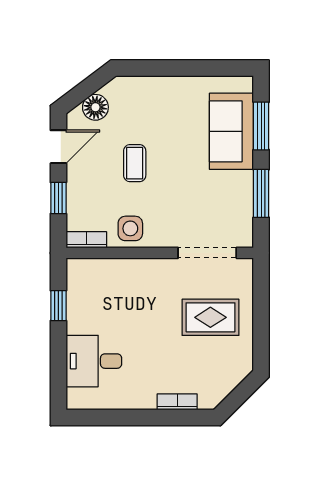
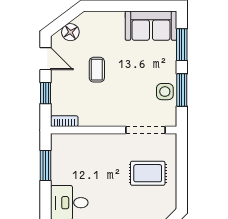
sofa: (231, 131) -> (151, 26), moved, turned -90
door: (58, 147) -> (46, 59), hinge flipped
side table: (130, 228) -> (165, 92), moved
window: (58, 306) -> (46, 165), width x1.50

